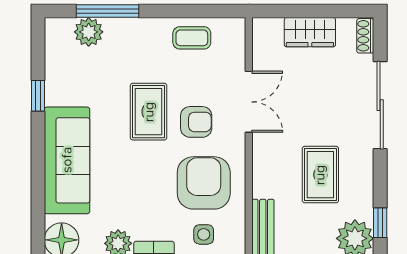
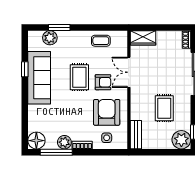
window: (108, 11) -> (59, 27), width x0.69
wardrobe: (310, 32) -> (143, 38), moved
double door: (249, 102) -> (129, 72), swing flipped
sofa: (67, 160) -> (39, 78), moved

